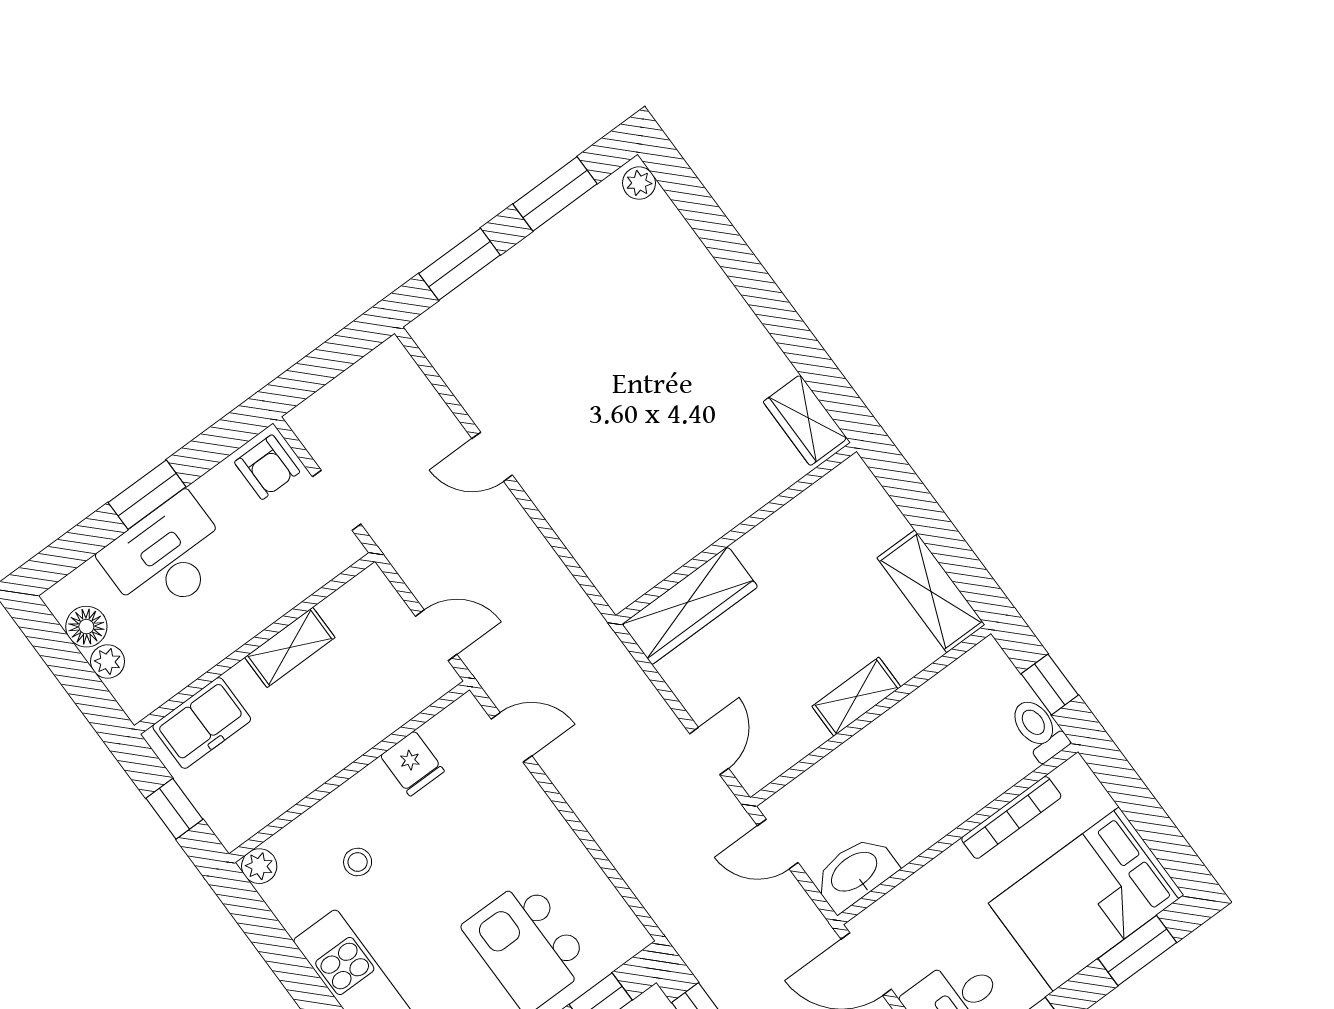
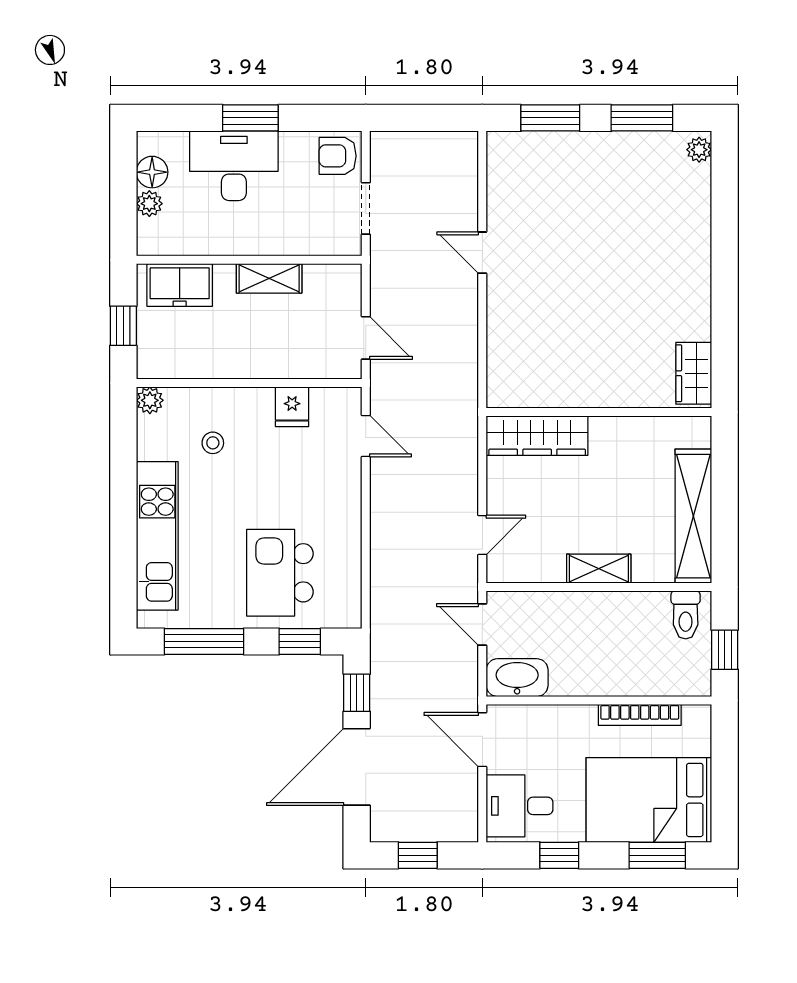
armchair: (267, 467) -> (338, 156), turned 90
shelving: (931, 591) -> (693, 516), width x1.47
toilet: (1039, 729) -> (686, 615), moved, turned 180

